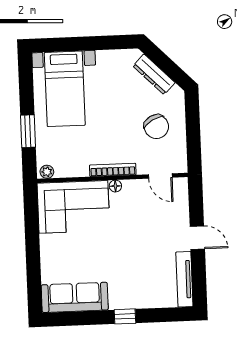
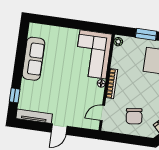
chair: (156, 127) -> (134, 116), turned -68
sofa: (75, 297) -> (33, 59), moved
window: (125, 316) -> (15, 95), moved

